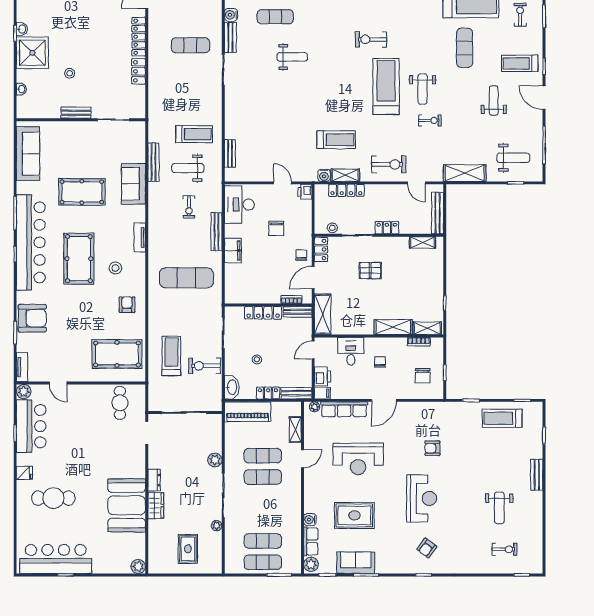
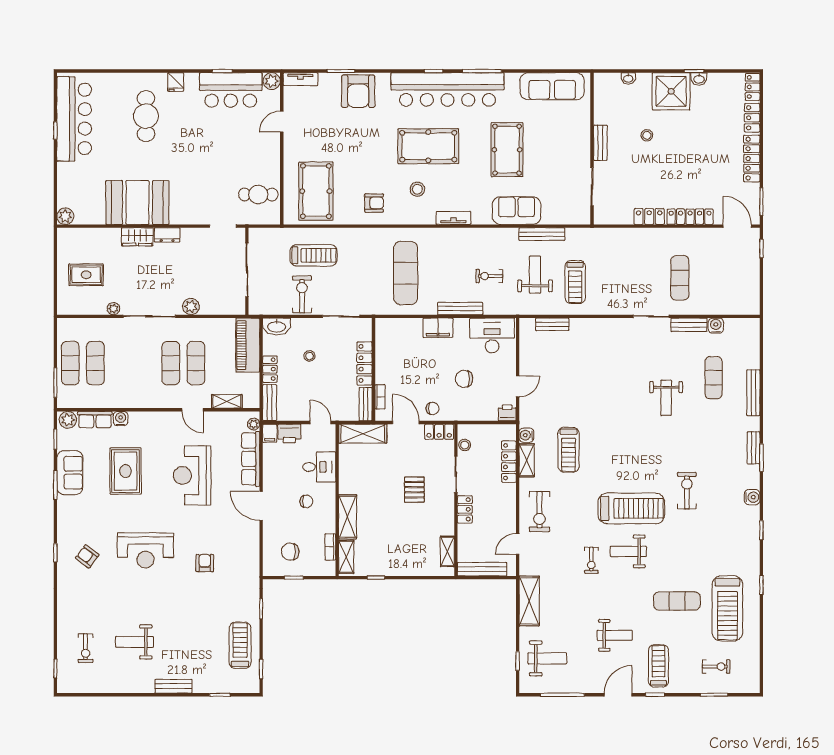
weight bench: (513, 158) -> (547, 658), turned -90

